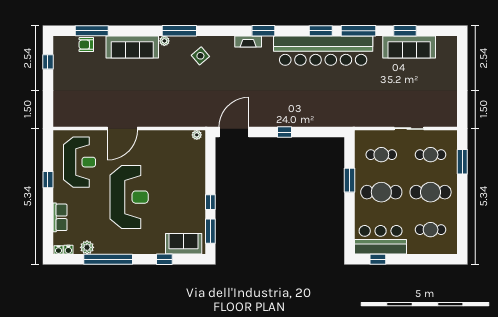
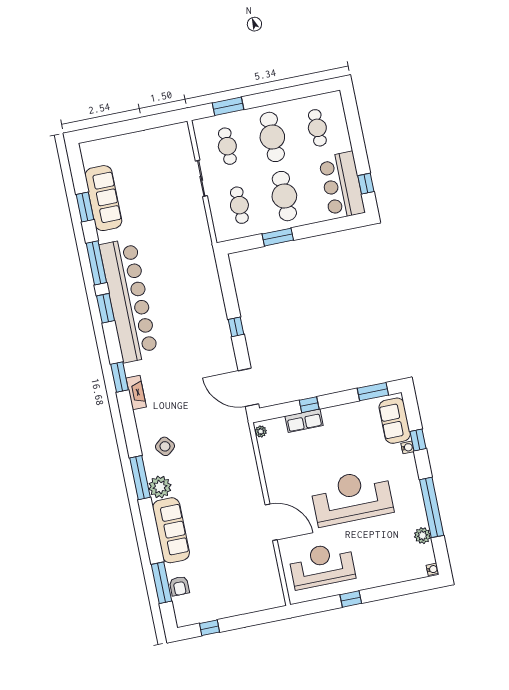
plant: (164, 41) -> (160, 487), width x1.88, depth x1.88
window: (210, 202) -> (309, 405), moved
row of seats: (60, 217) -> (304, 421), moved, turned 180
water cooler: (68, 250) -> (407, 447), moved

